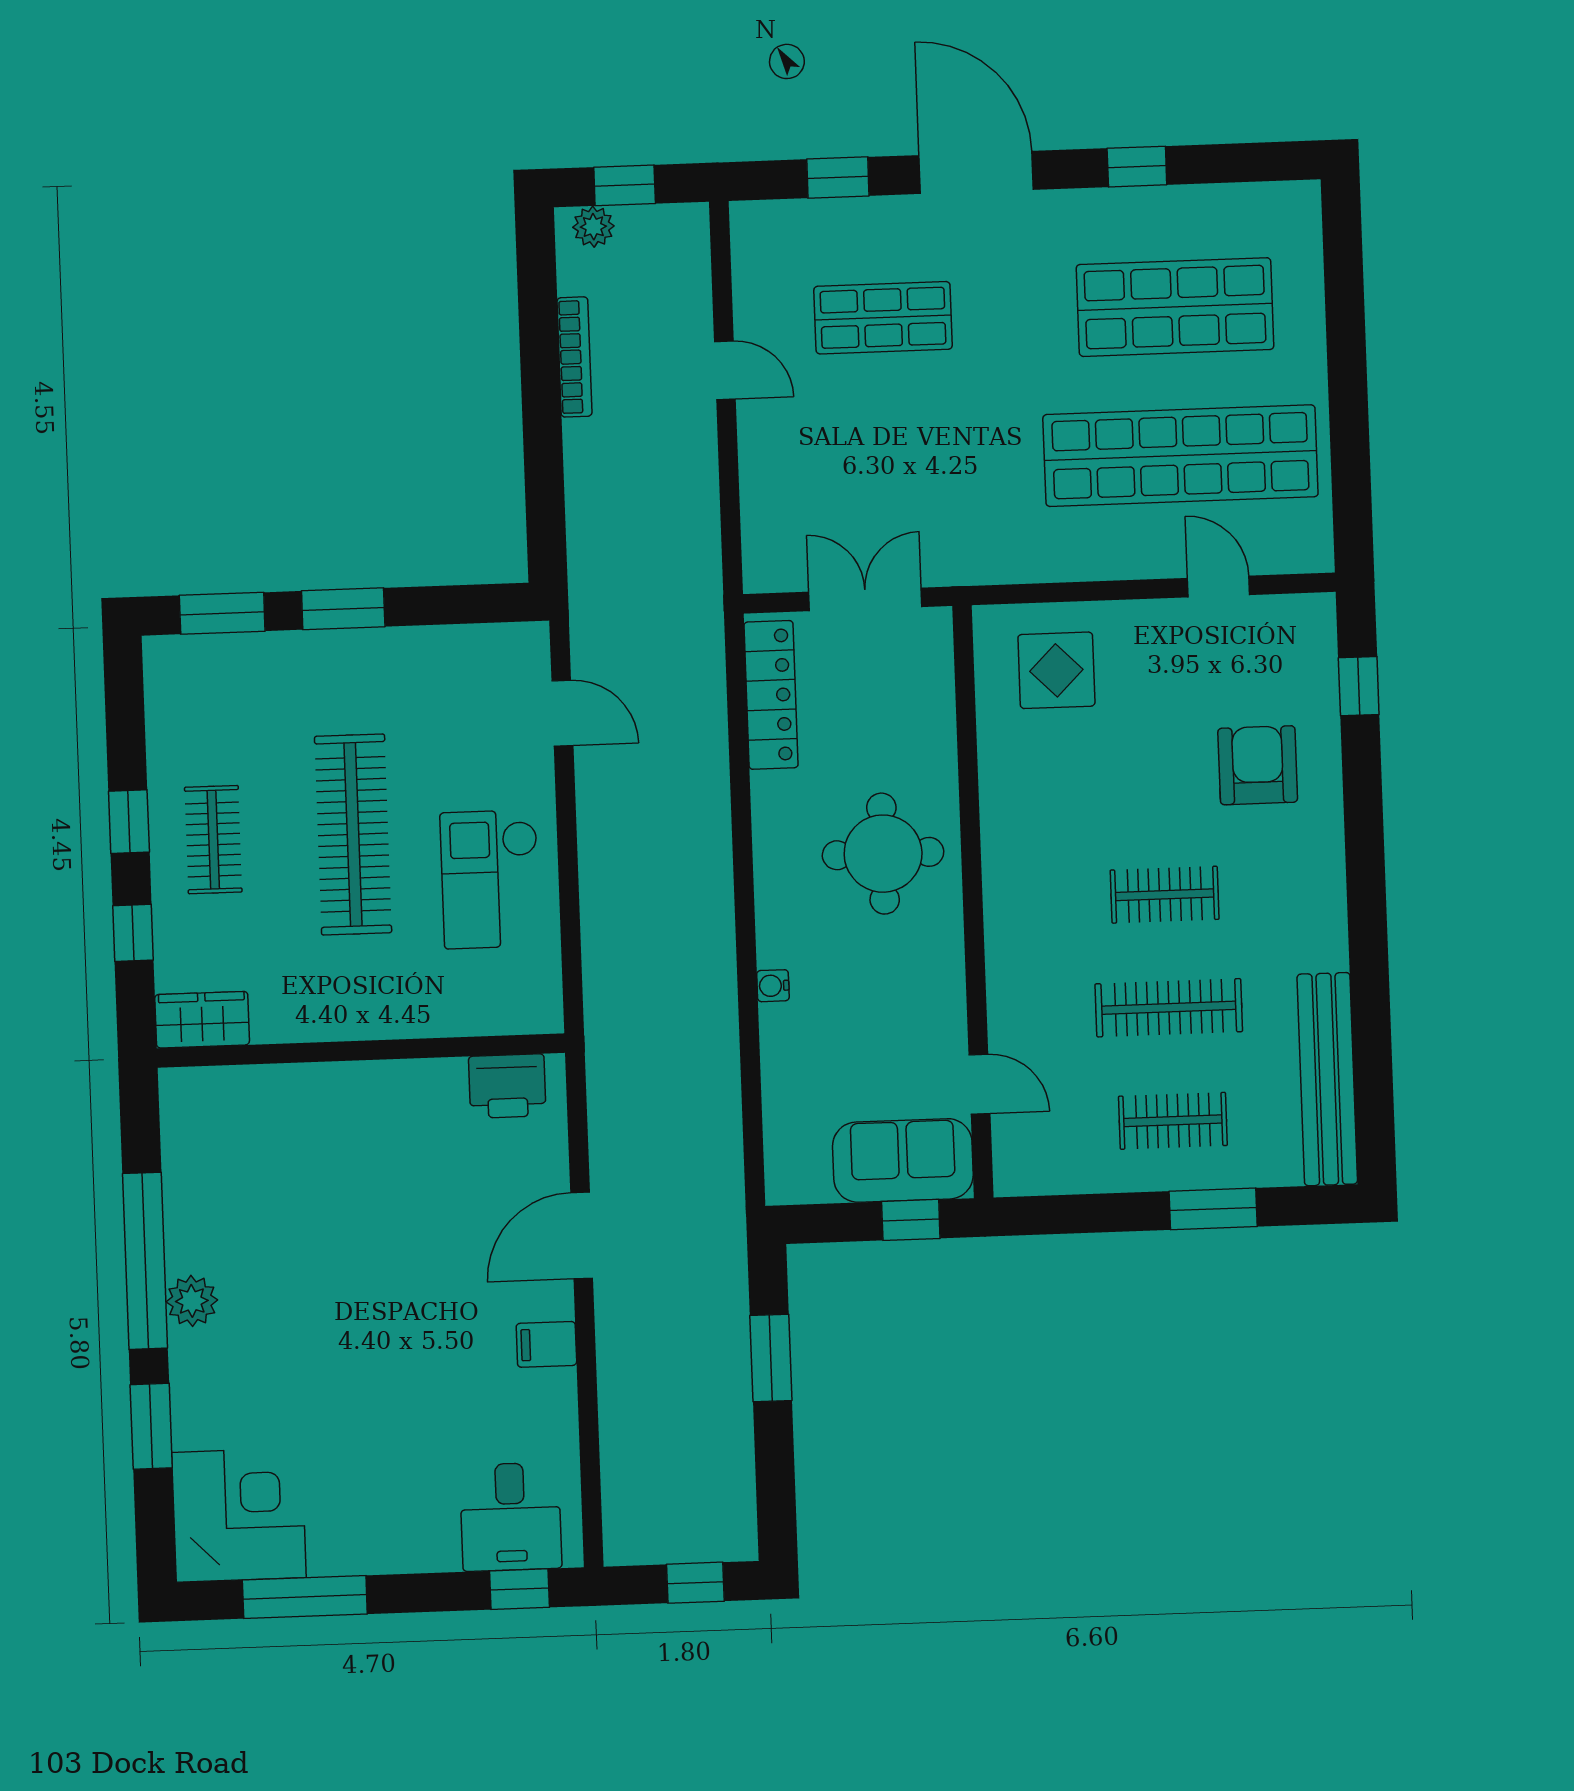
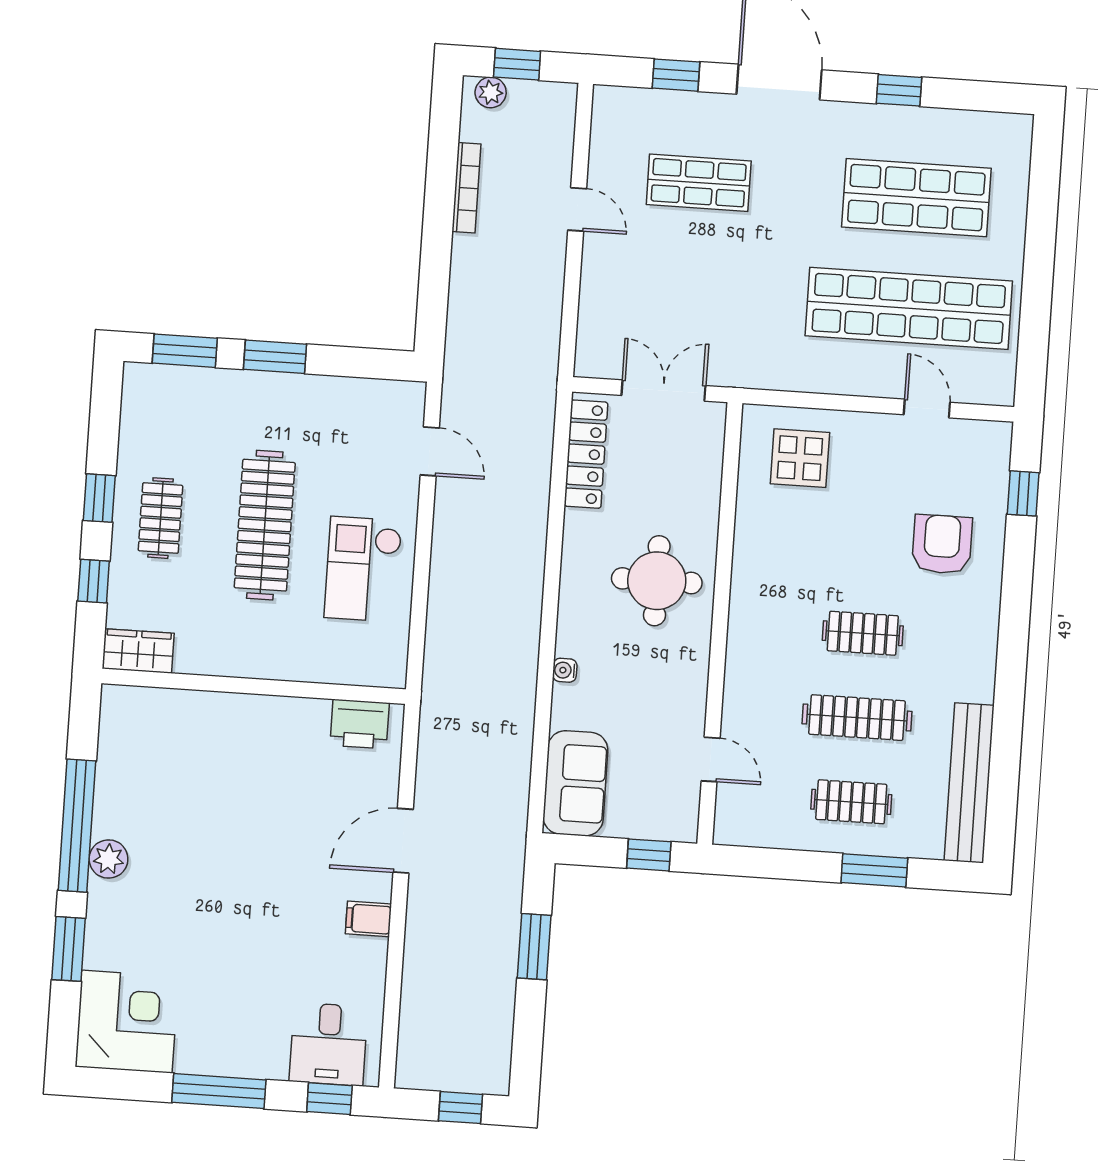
sofa: (903, 1160) -> (575, 783), moved, turned 90
window: (305, 1597) -> (219, 1091), moved

